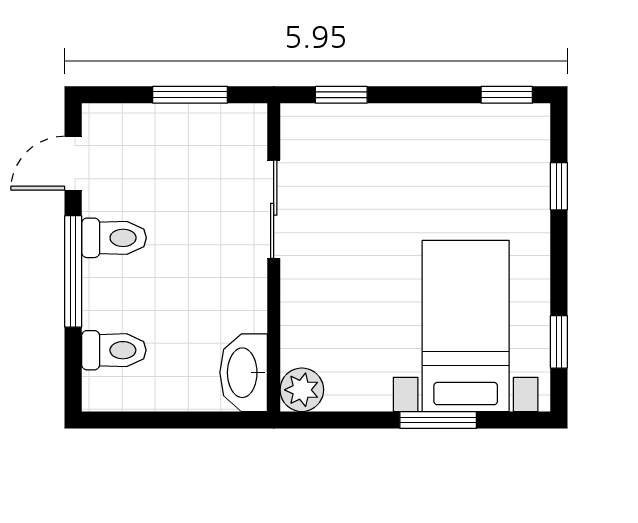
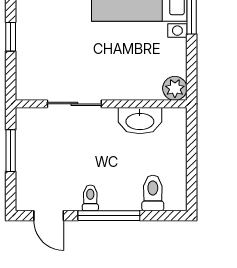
window: (341, 95) -> (11, 37), moved
toilet: (114, 238) -> (90, 198), width x0.73, depth x0.72
washbasin: (244, 373) -> (140, 121), moved

